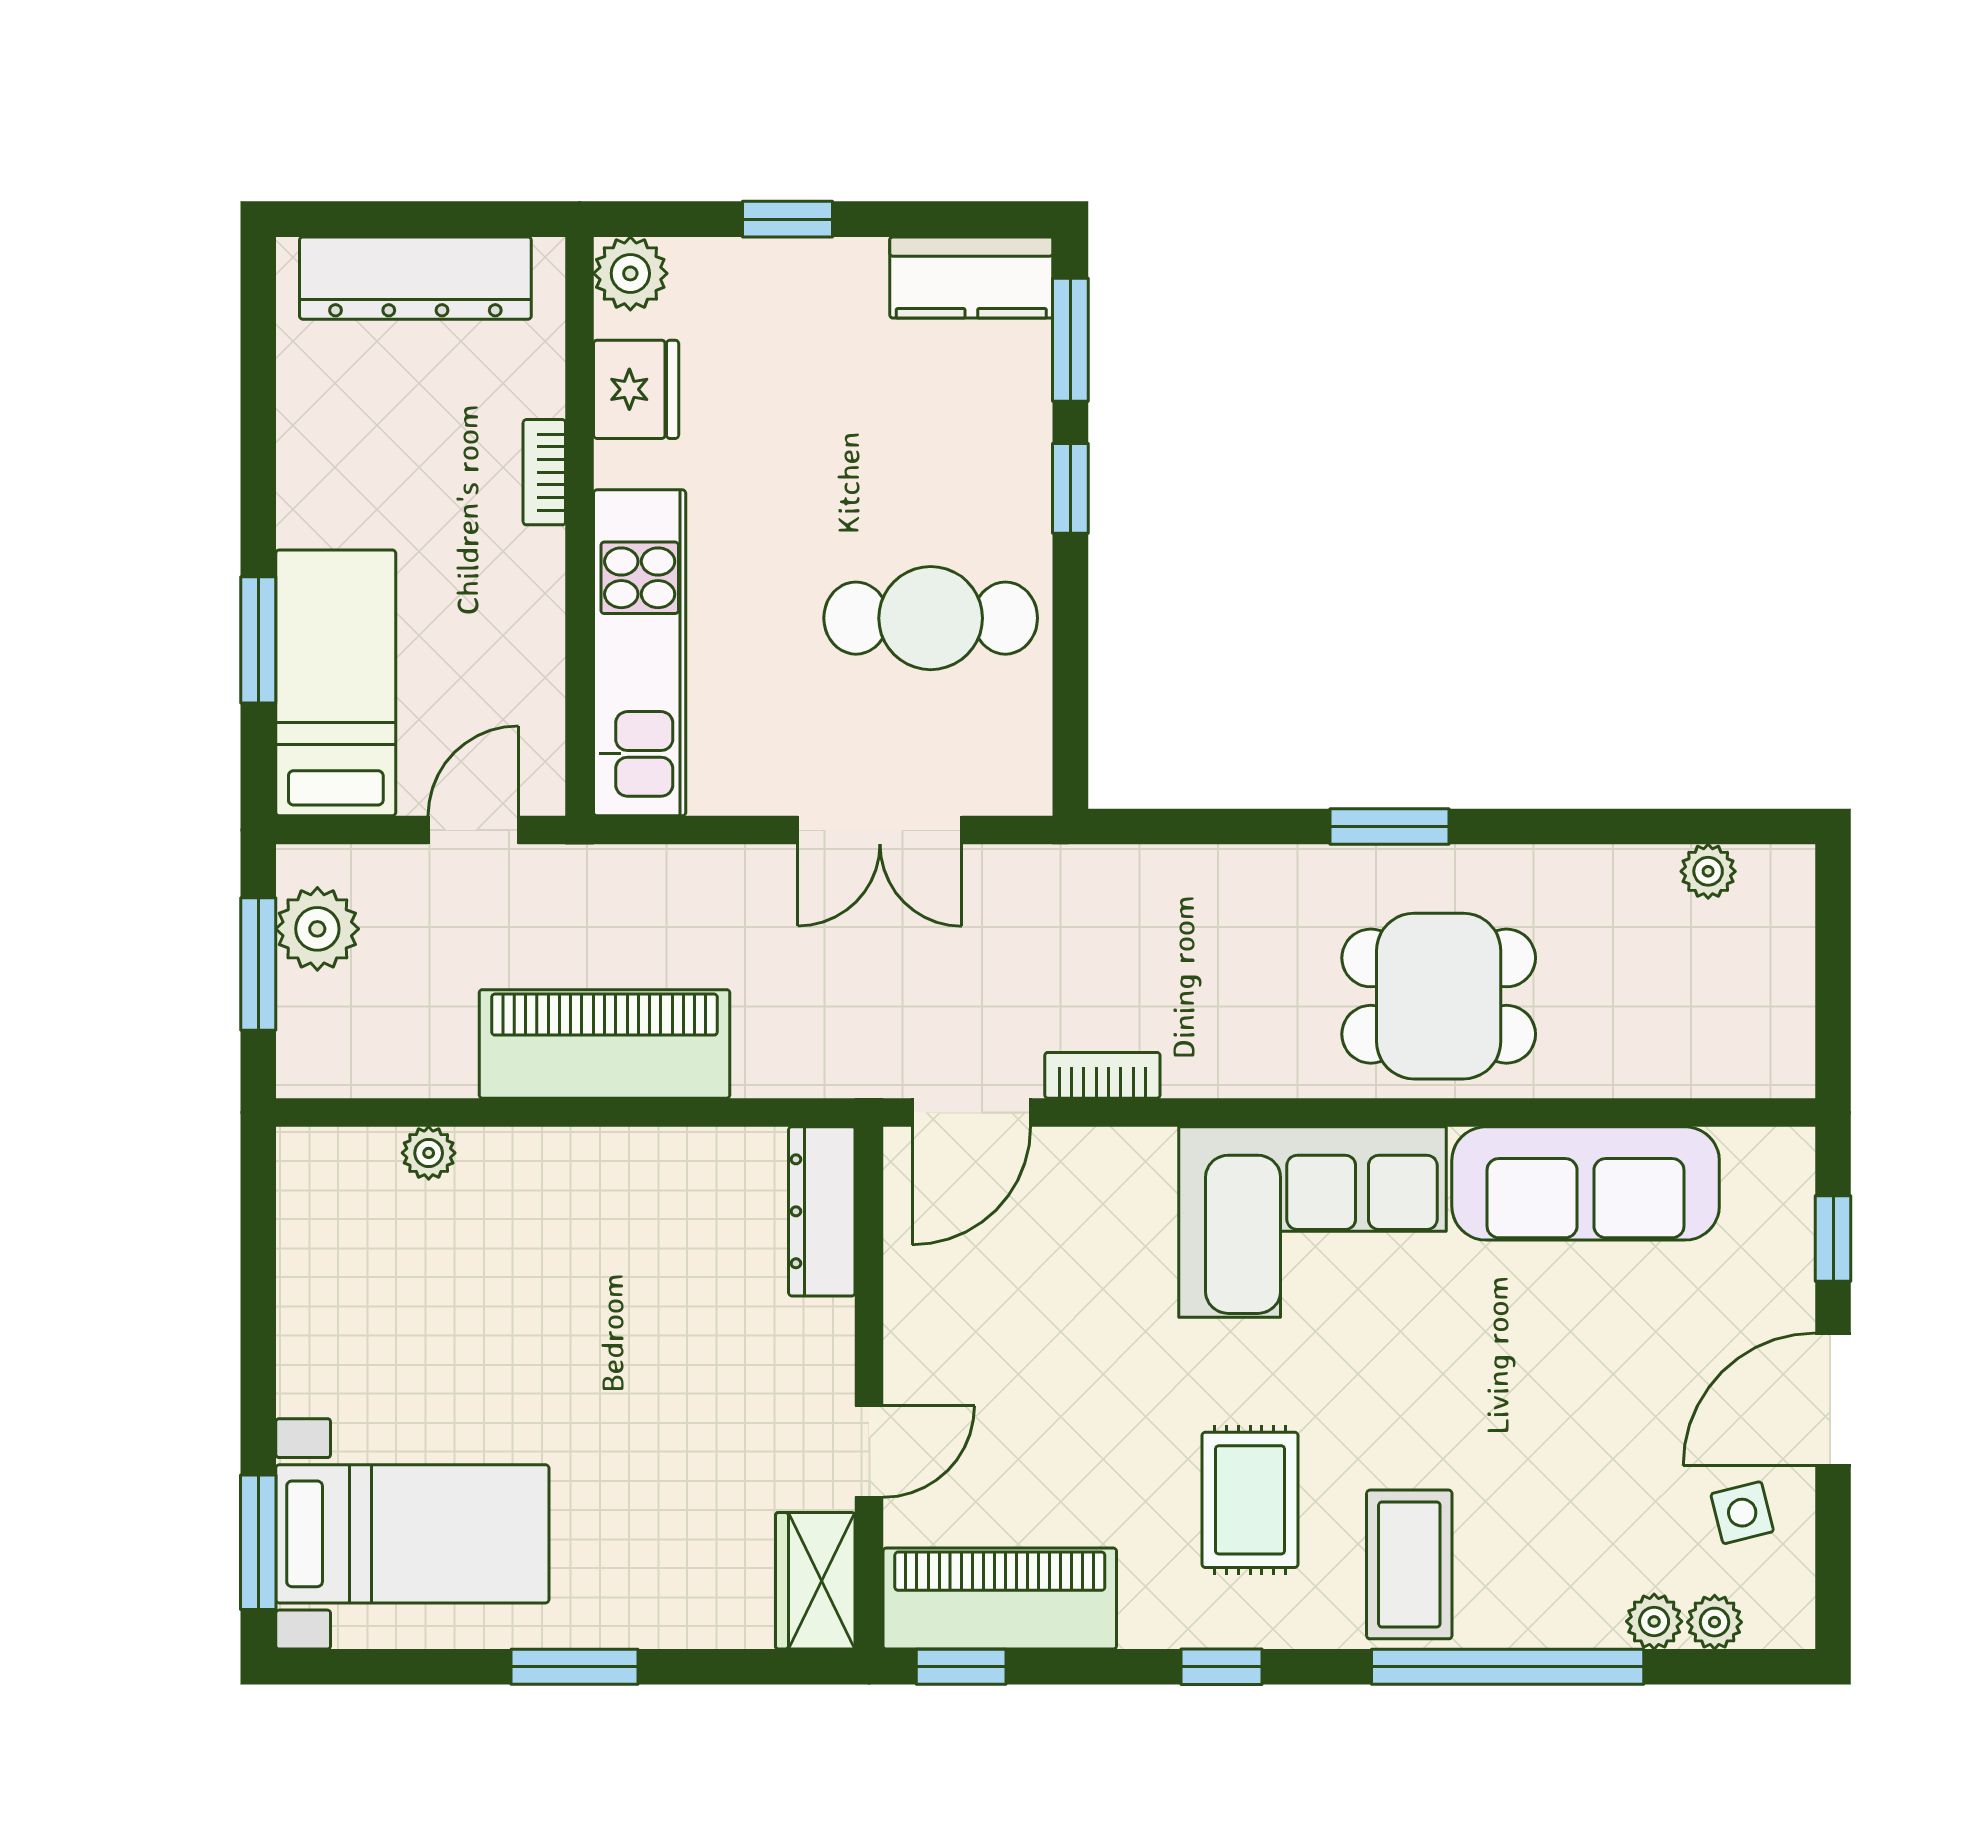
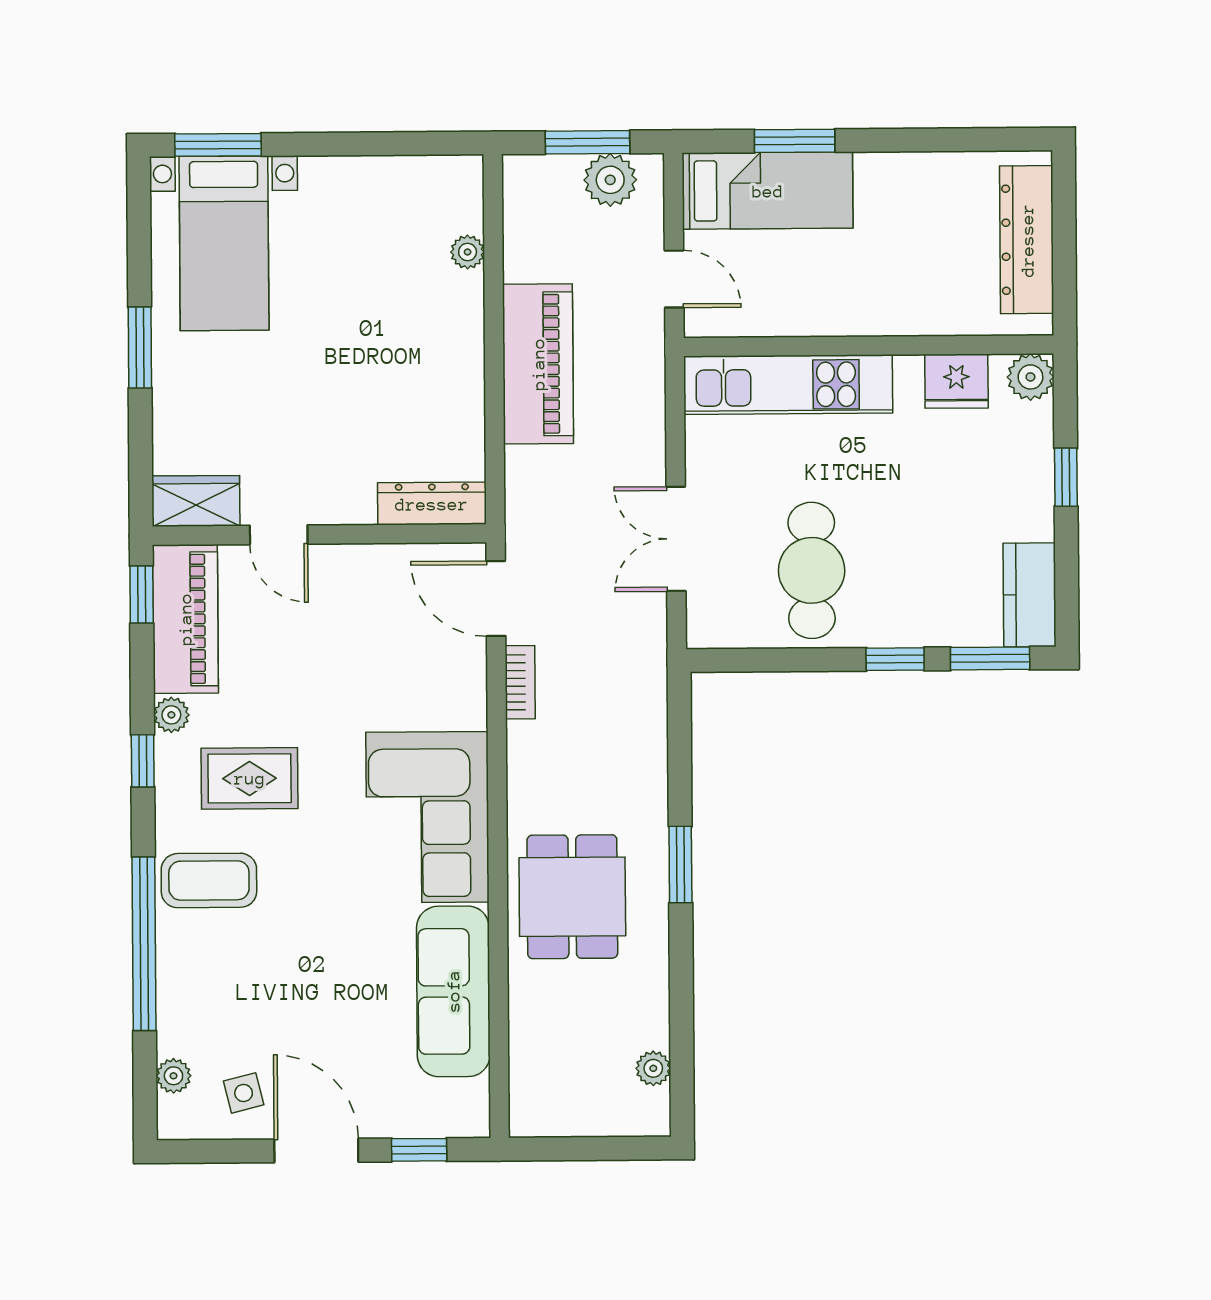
bookcase: (544, 472) -> (903, 323), removed
plant: (1654, 1621) -> (171, 715), moved

